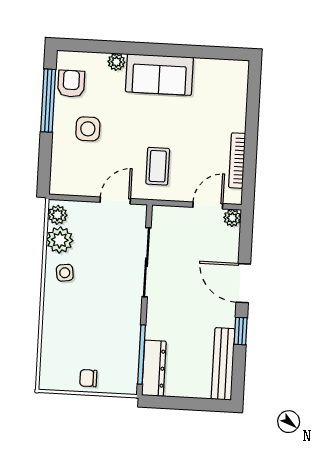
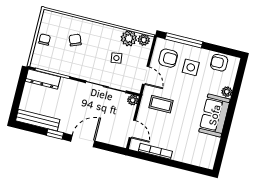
armchair: (71, 84) -> (219, 63), turned 180
window: (48, 101) -> (184, 40), moved
armchair: (80, 169) -> (168, 58), added
plant: (232, 218) -> (133, 100), moved
side table: (65, 273) -> (116, 58), moved
chair: (79, 328) -> (75, 40), added

